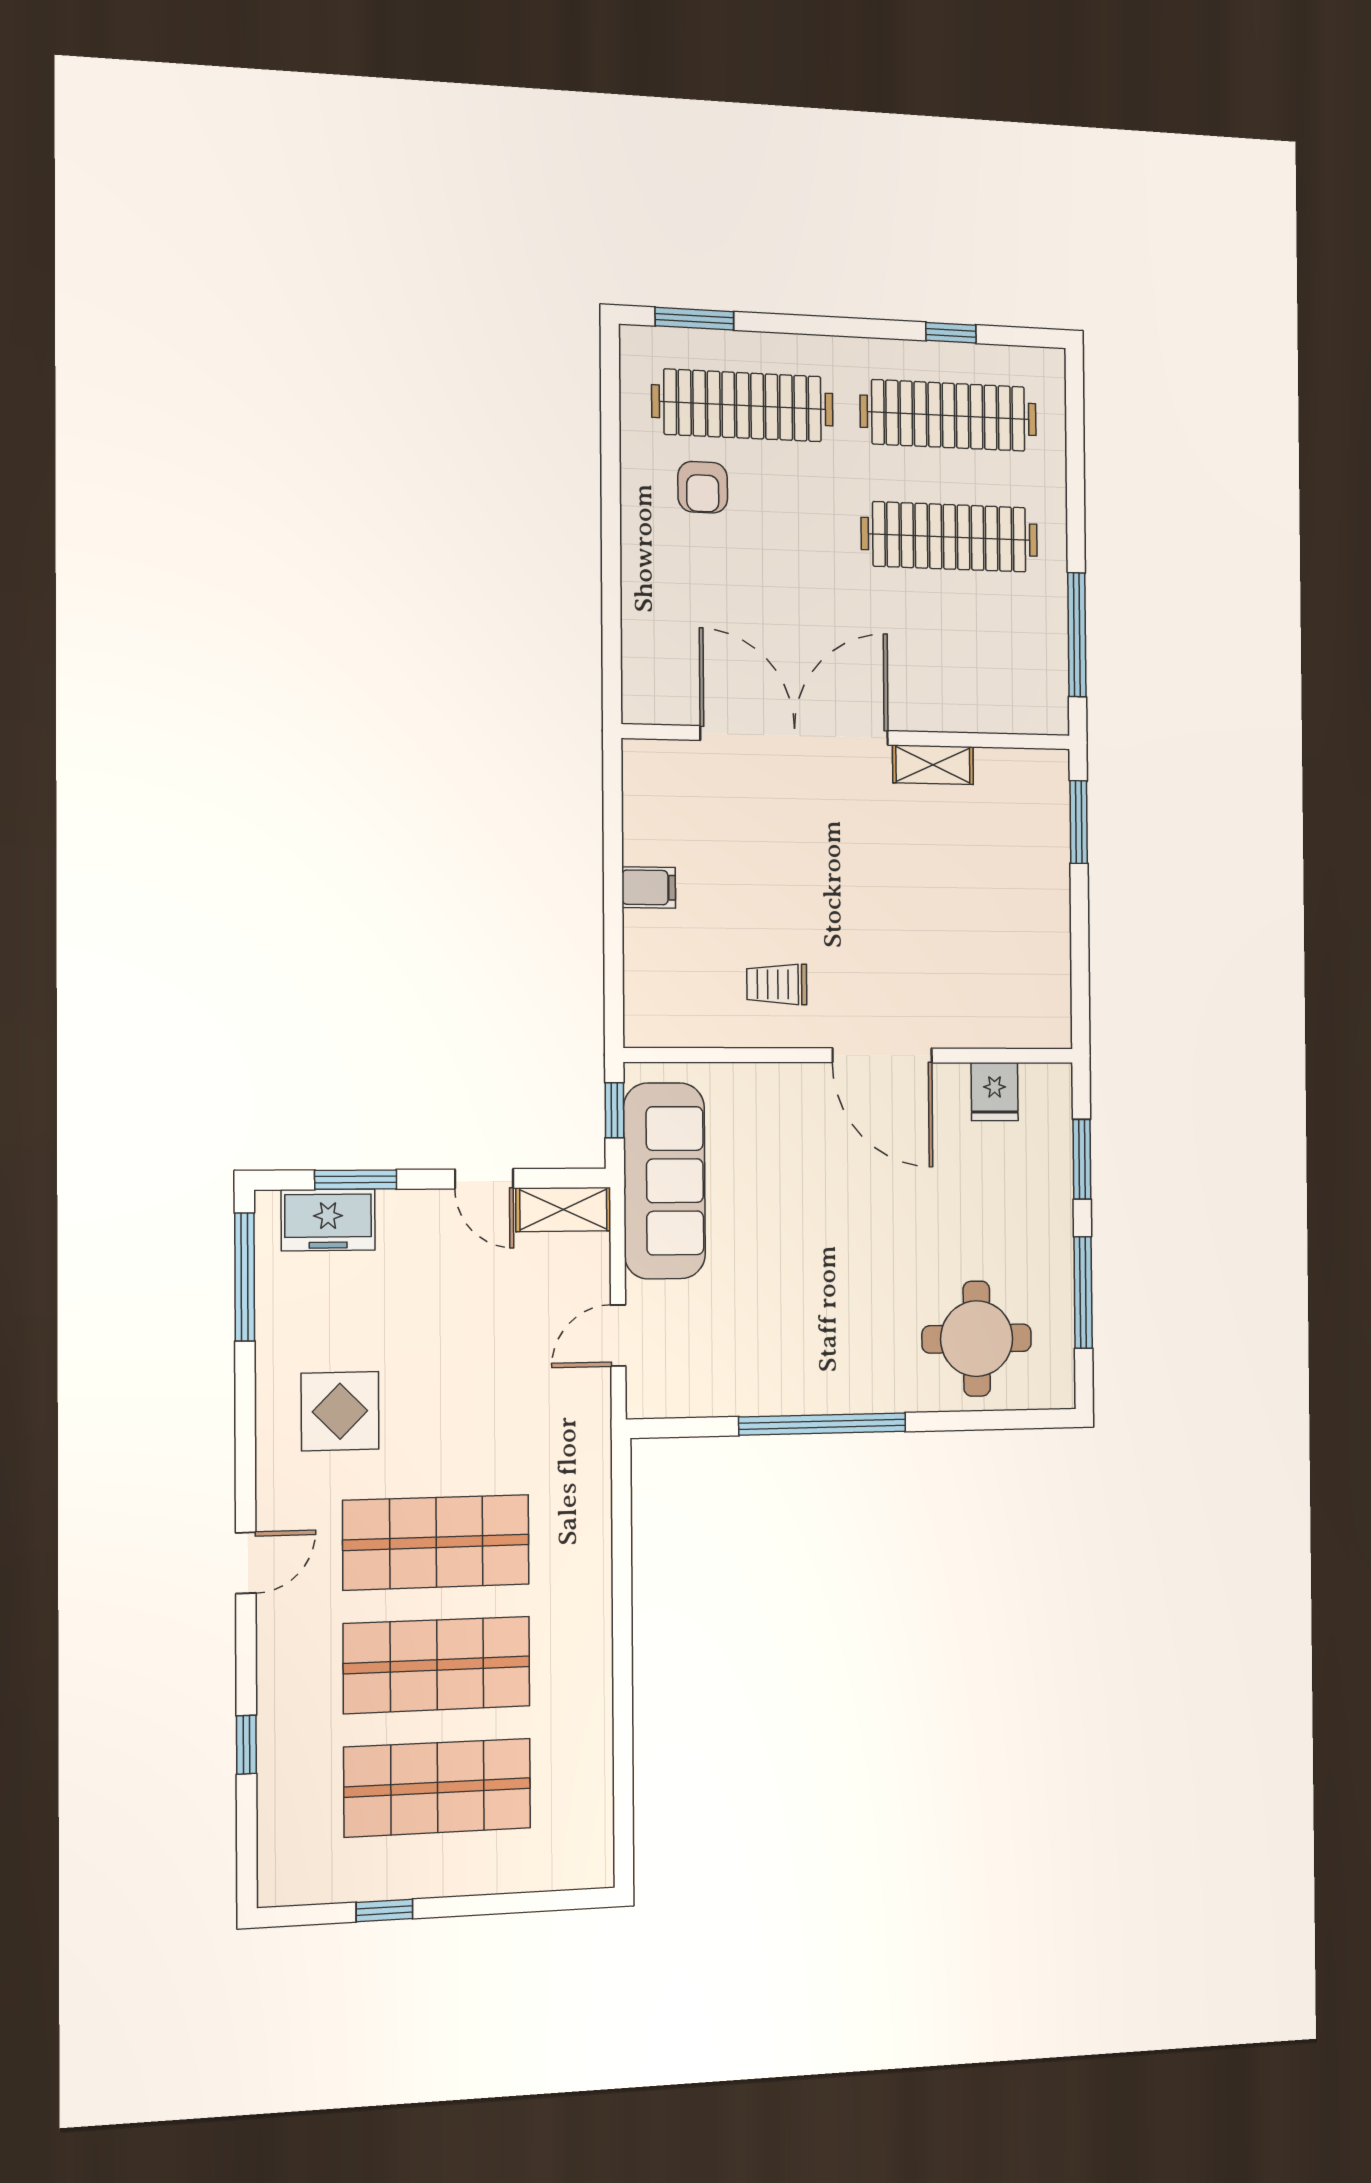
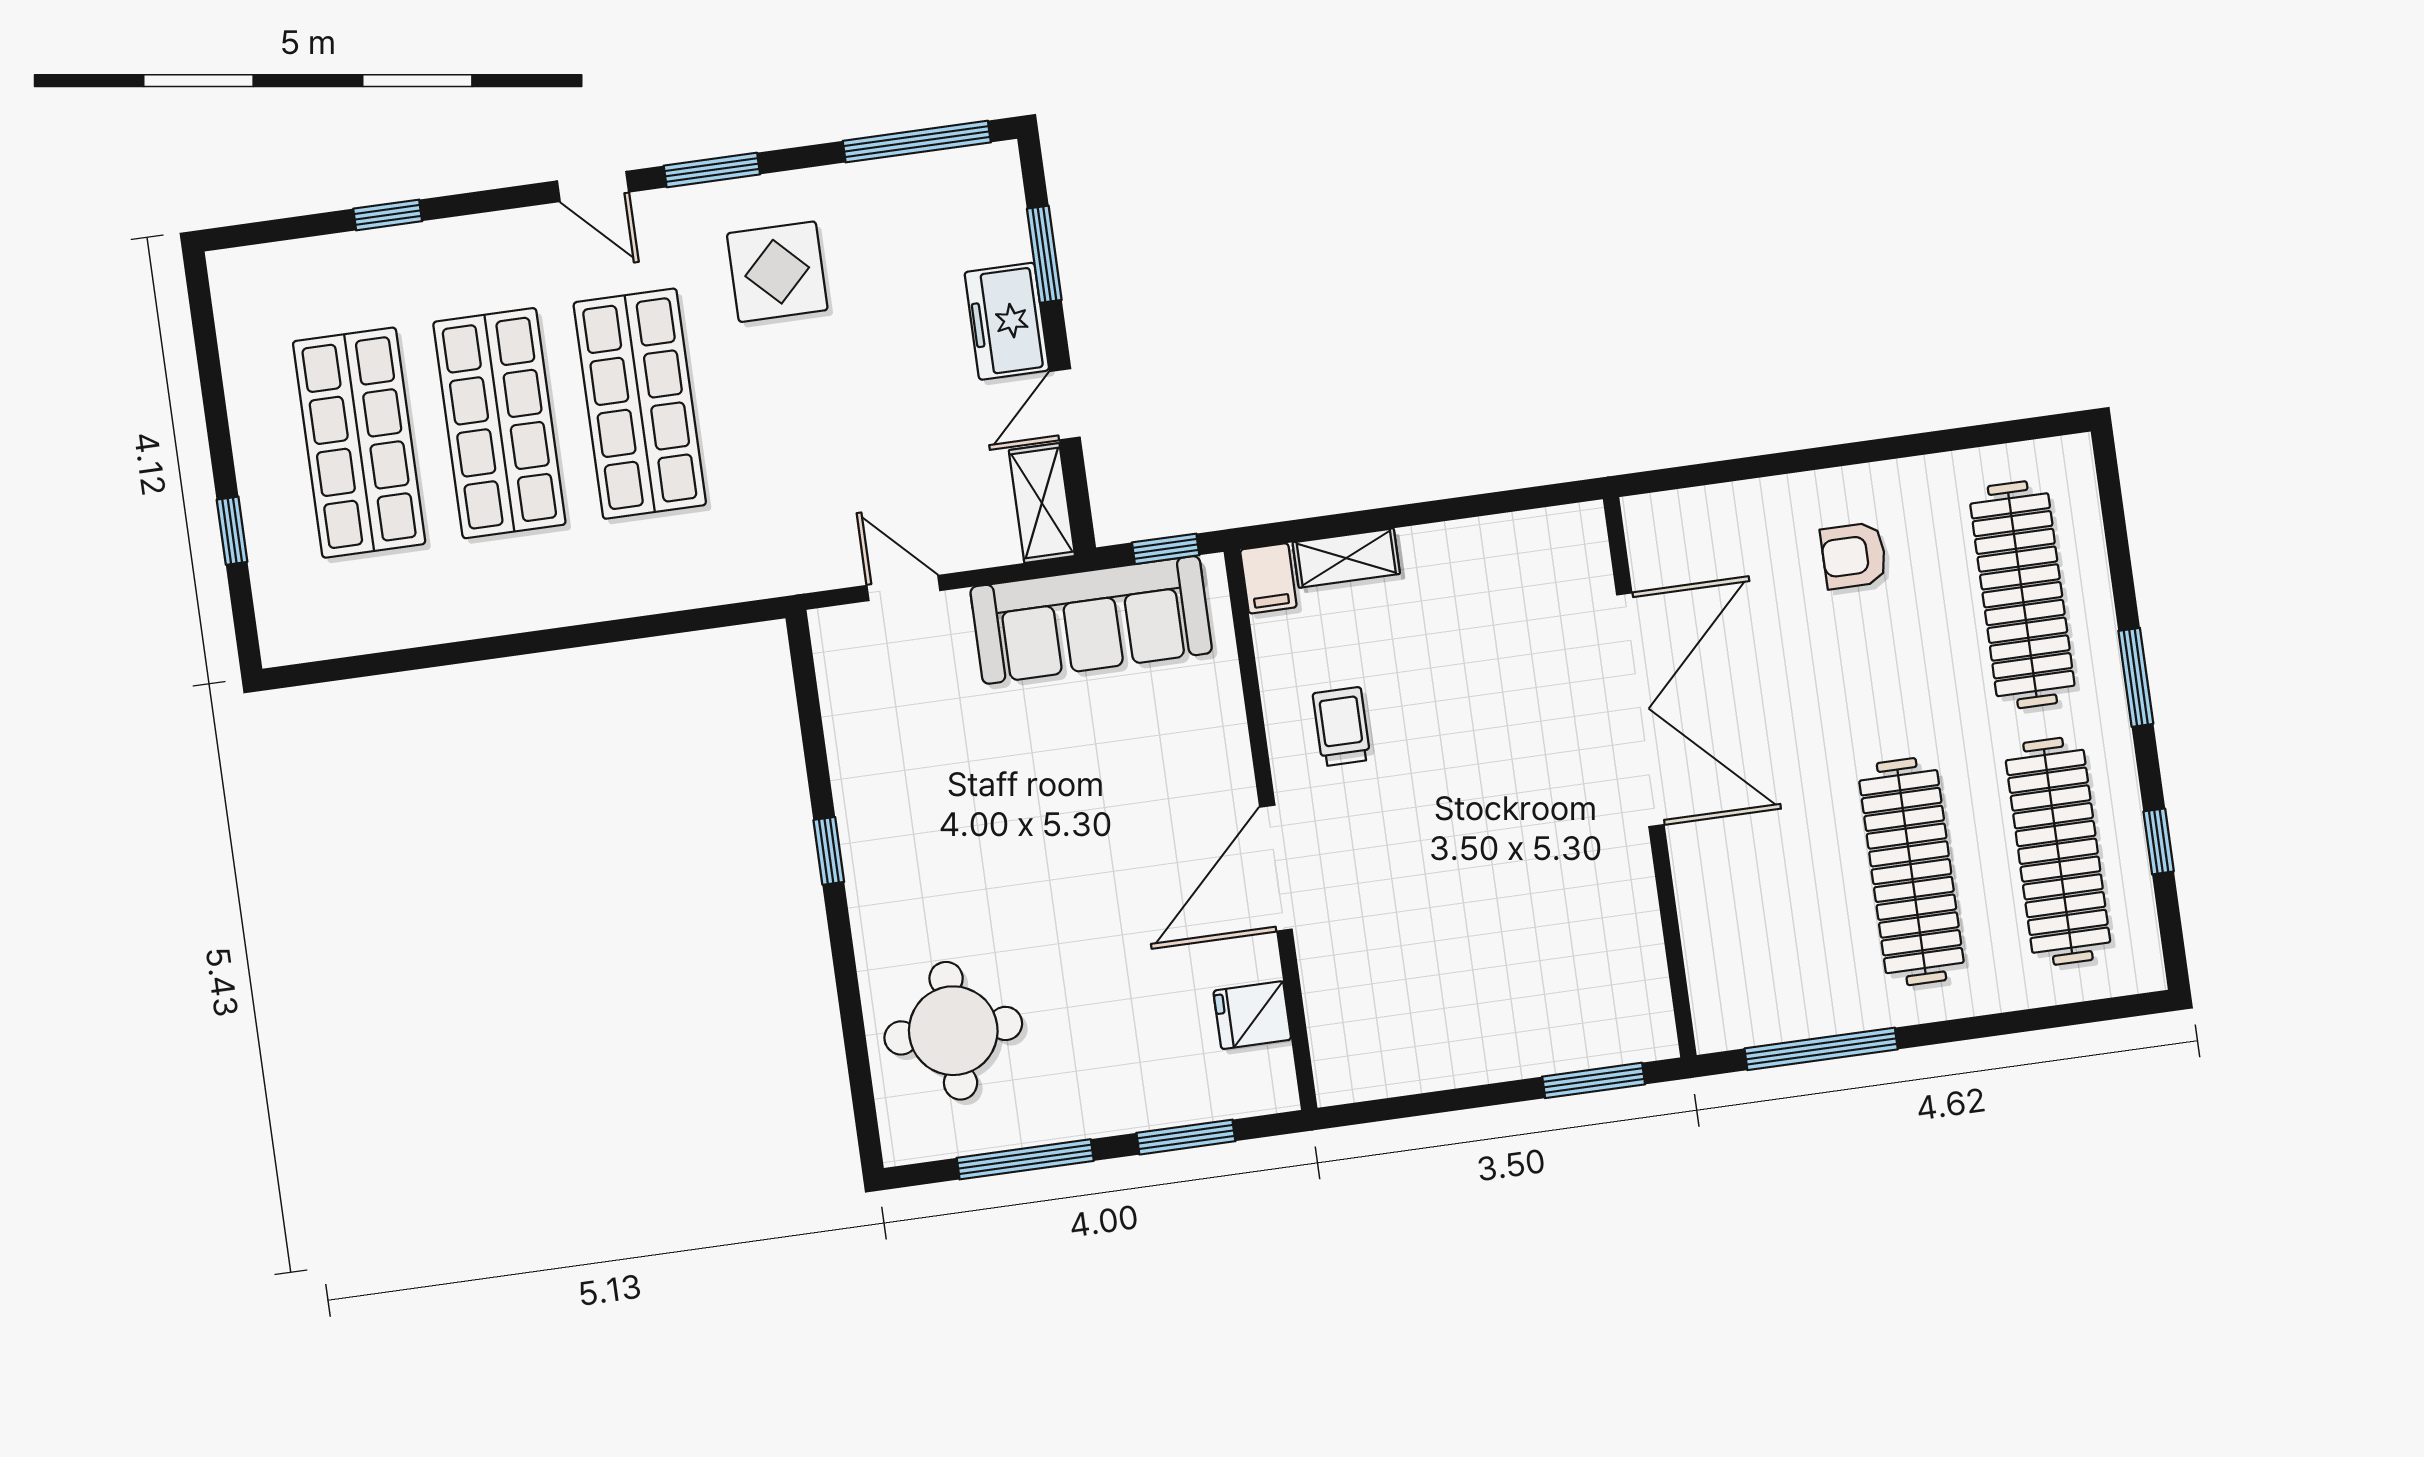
window: (694, 319) -> (2136, 677), moved
armchair: (703, 487) -> (1854, 556), moved
shelving: (933, 765) -> (1346, 558), moved, turned 90
filing cabinet: (649, 887) -> (1268, 578), moved
freezer: (328, 1220) -> (1007, 321), moved
window: (822, 1424) -> (829, 851), width x0.32
window: (245, 1458) -> (712, 170), added
window: (384, 1910) -> (232, 531), moved

